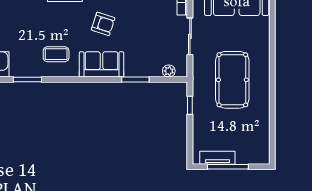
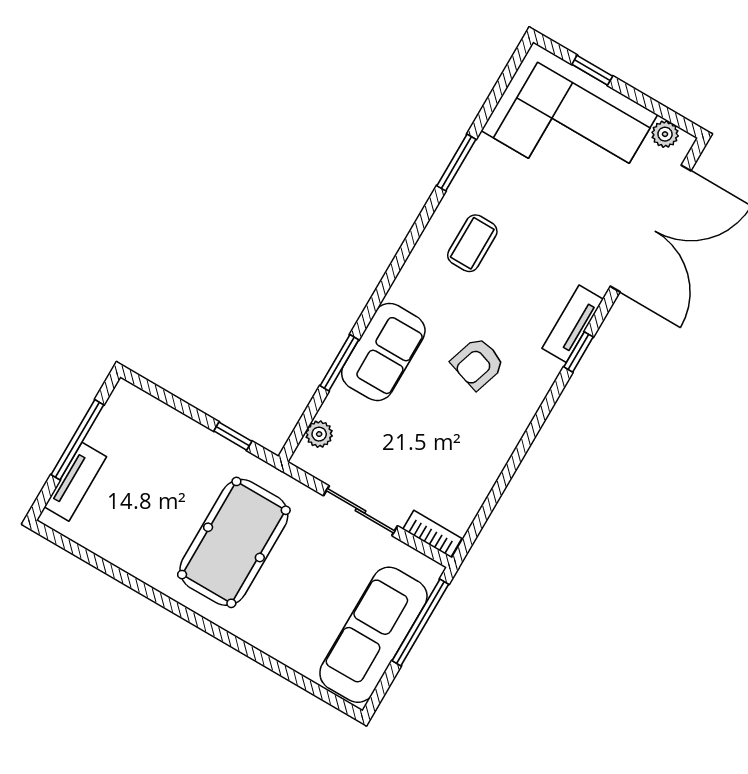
sofa: (102, 64) -> (383, 352), moved
pool table: (232, 80) -> (234, 542), turned 90
tv unit: (217, 158) -> (75, 482), moved

